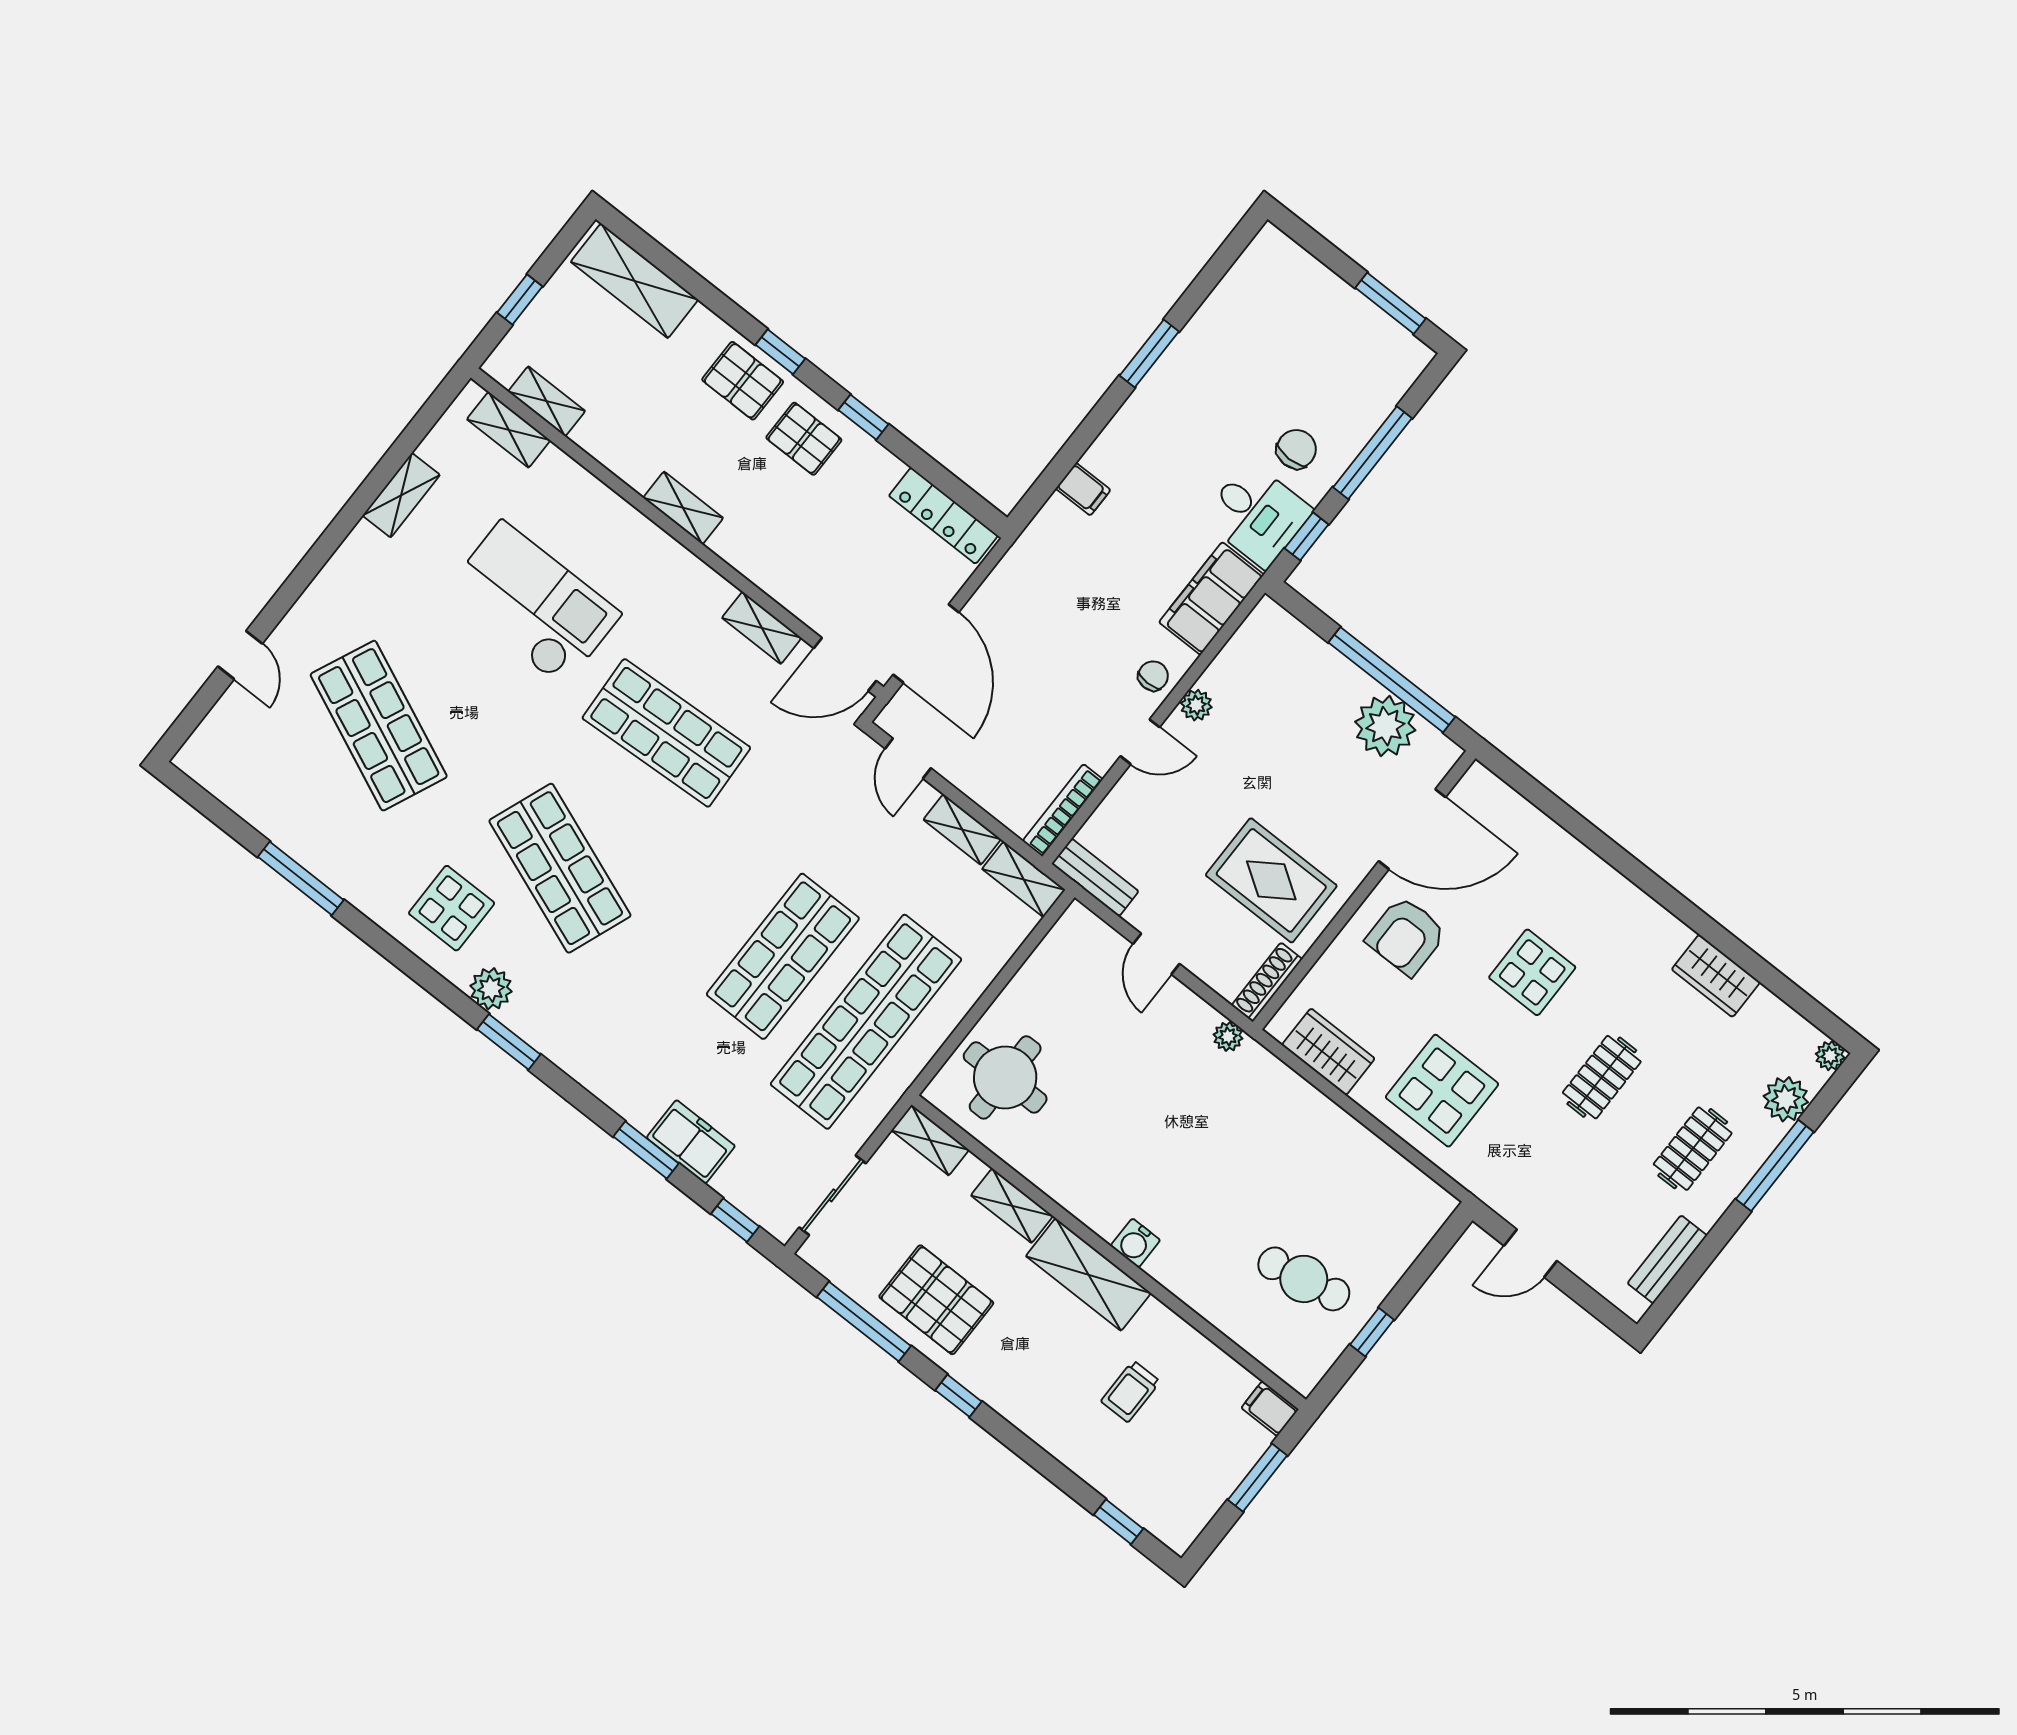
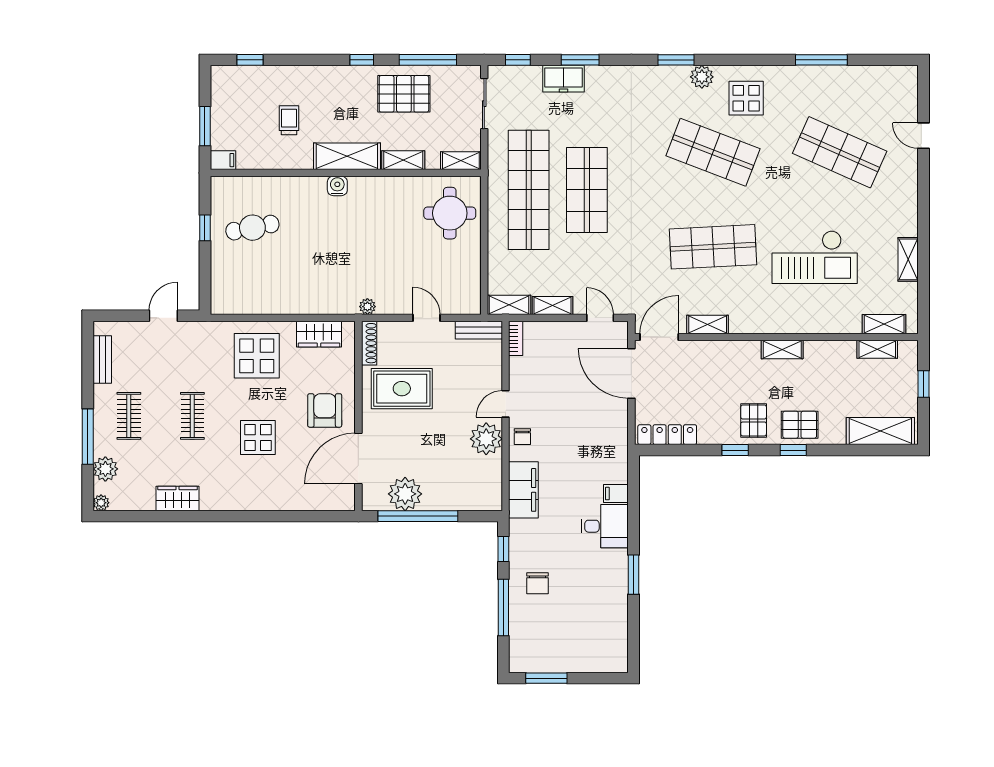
pallet: (804, 439) -> (754, 420), turned 90
desk: (1257, 515) -> (605, 526), moved, turned 180
plant: (1196, 705) -> (486, 439), width x1.88, depth x1.88
bookcase: (1063, 810) -> (516, 338), width x0.64

